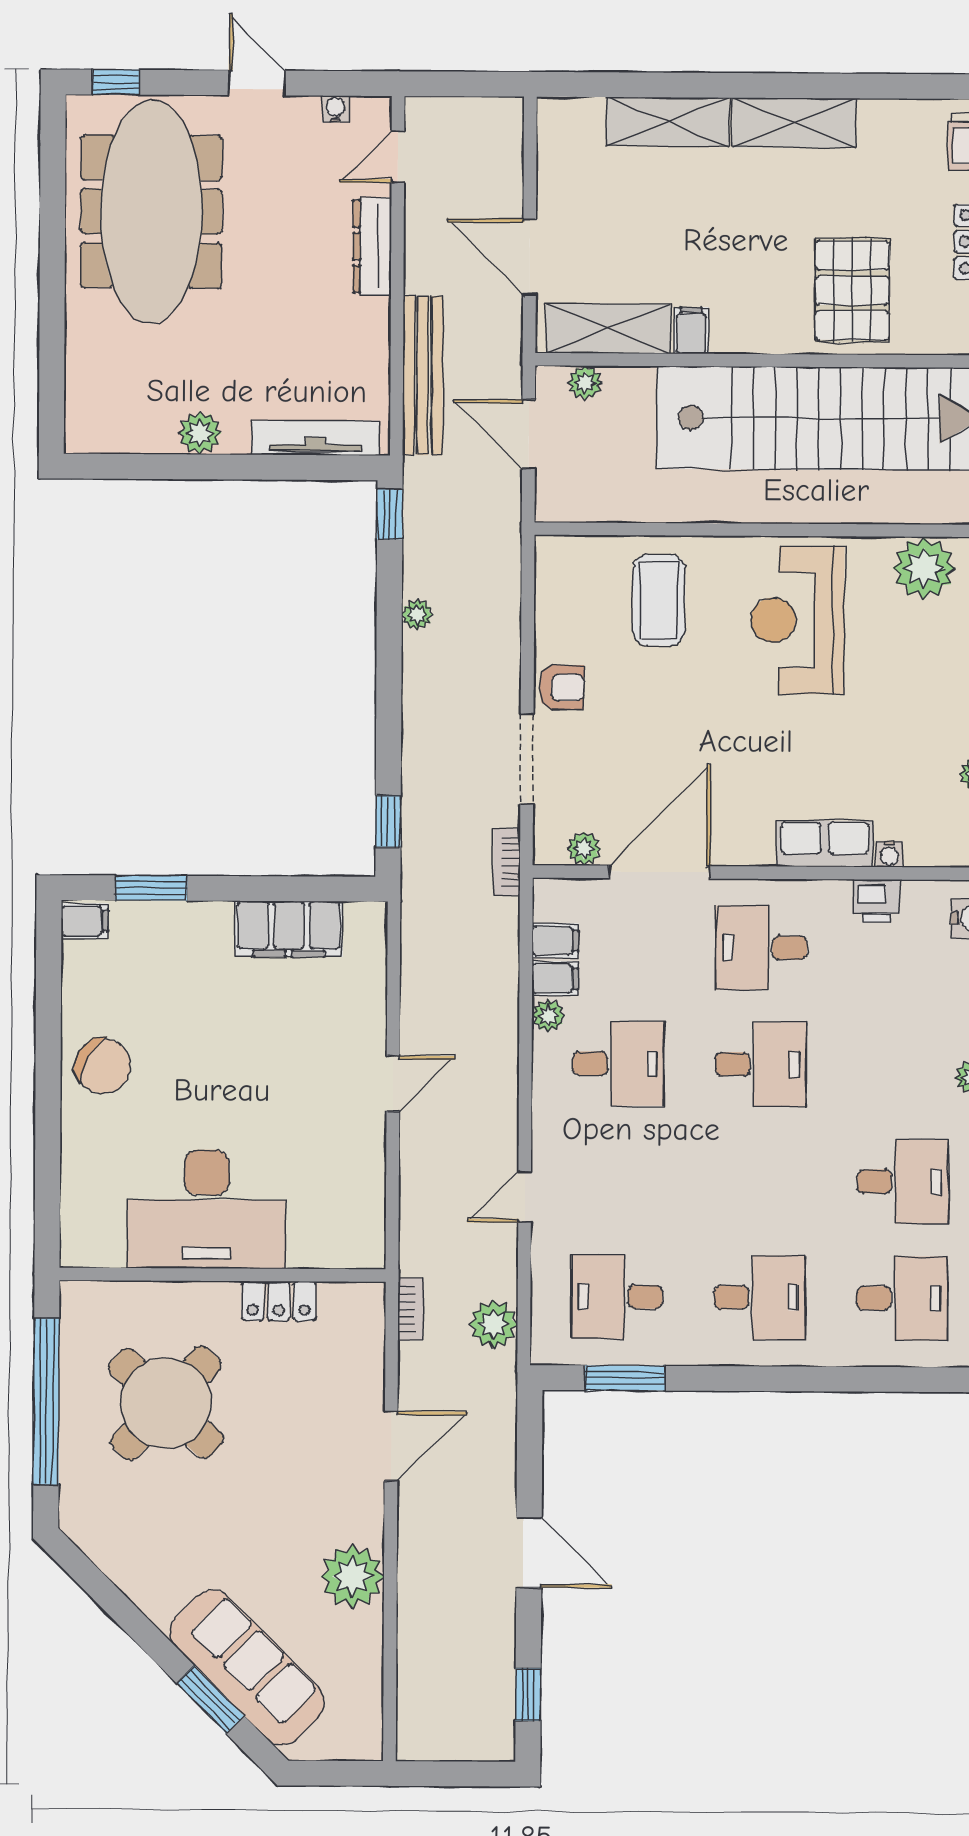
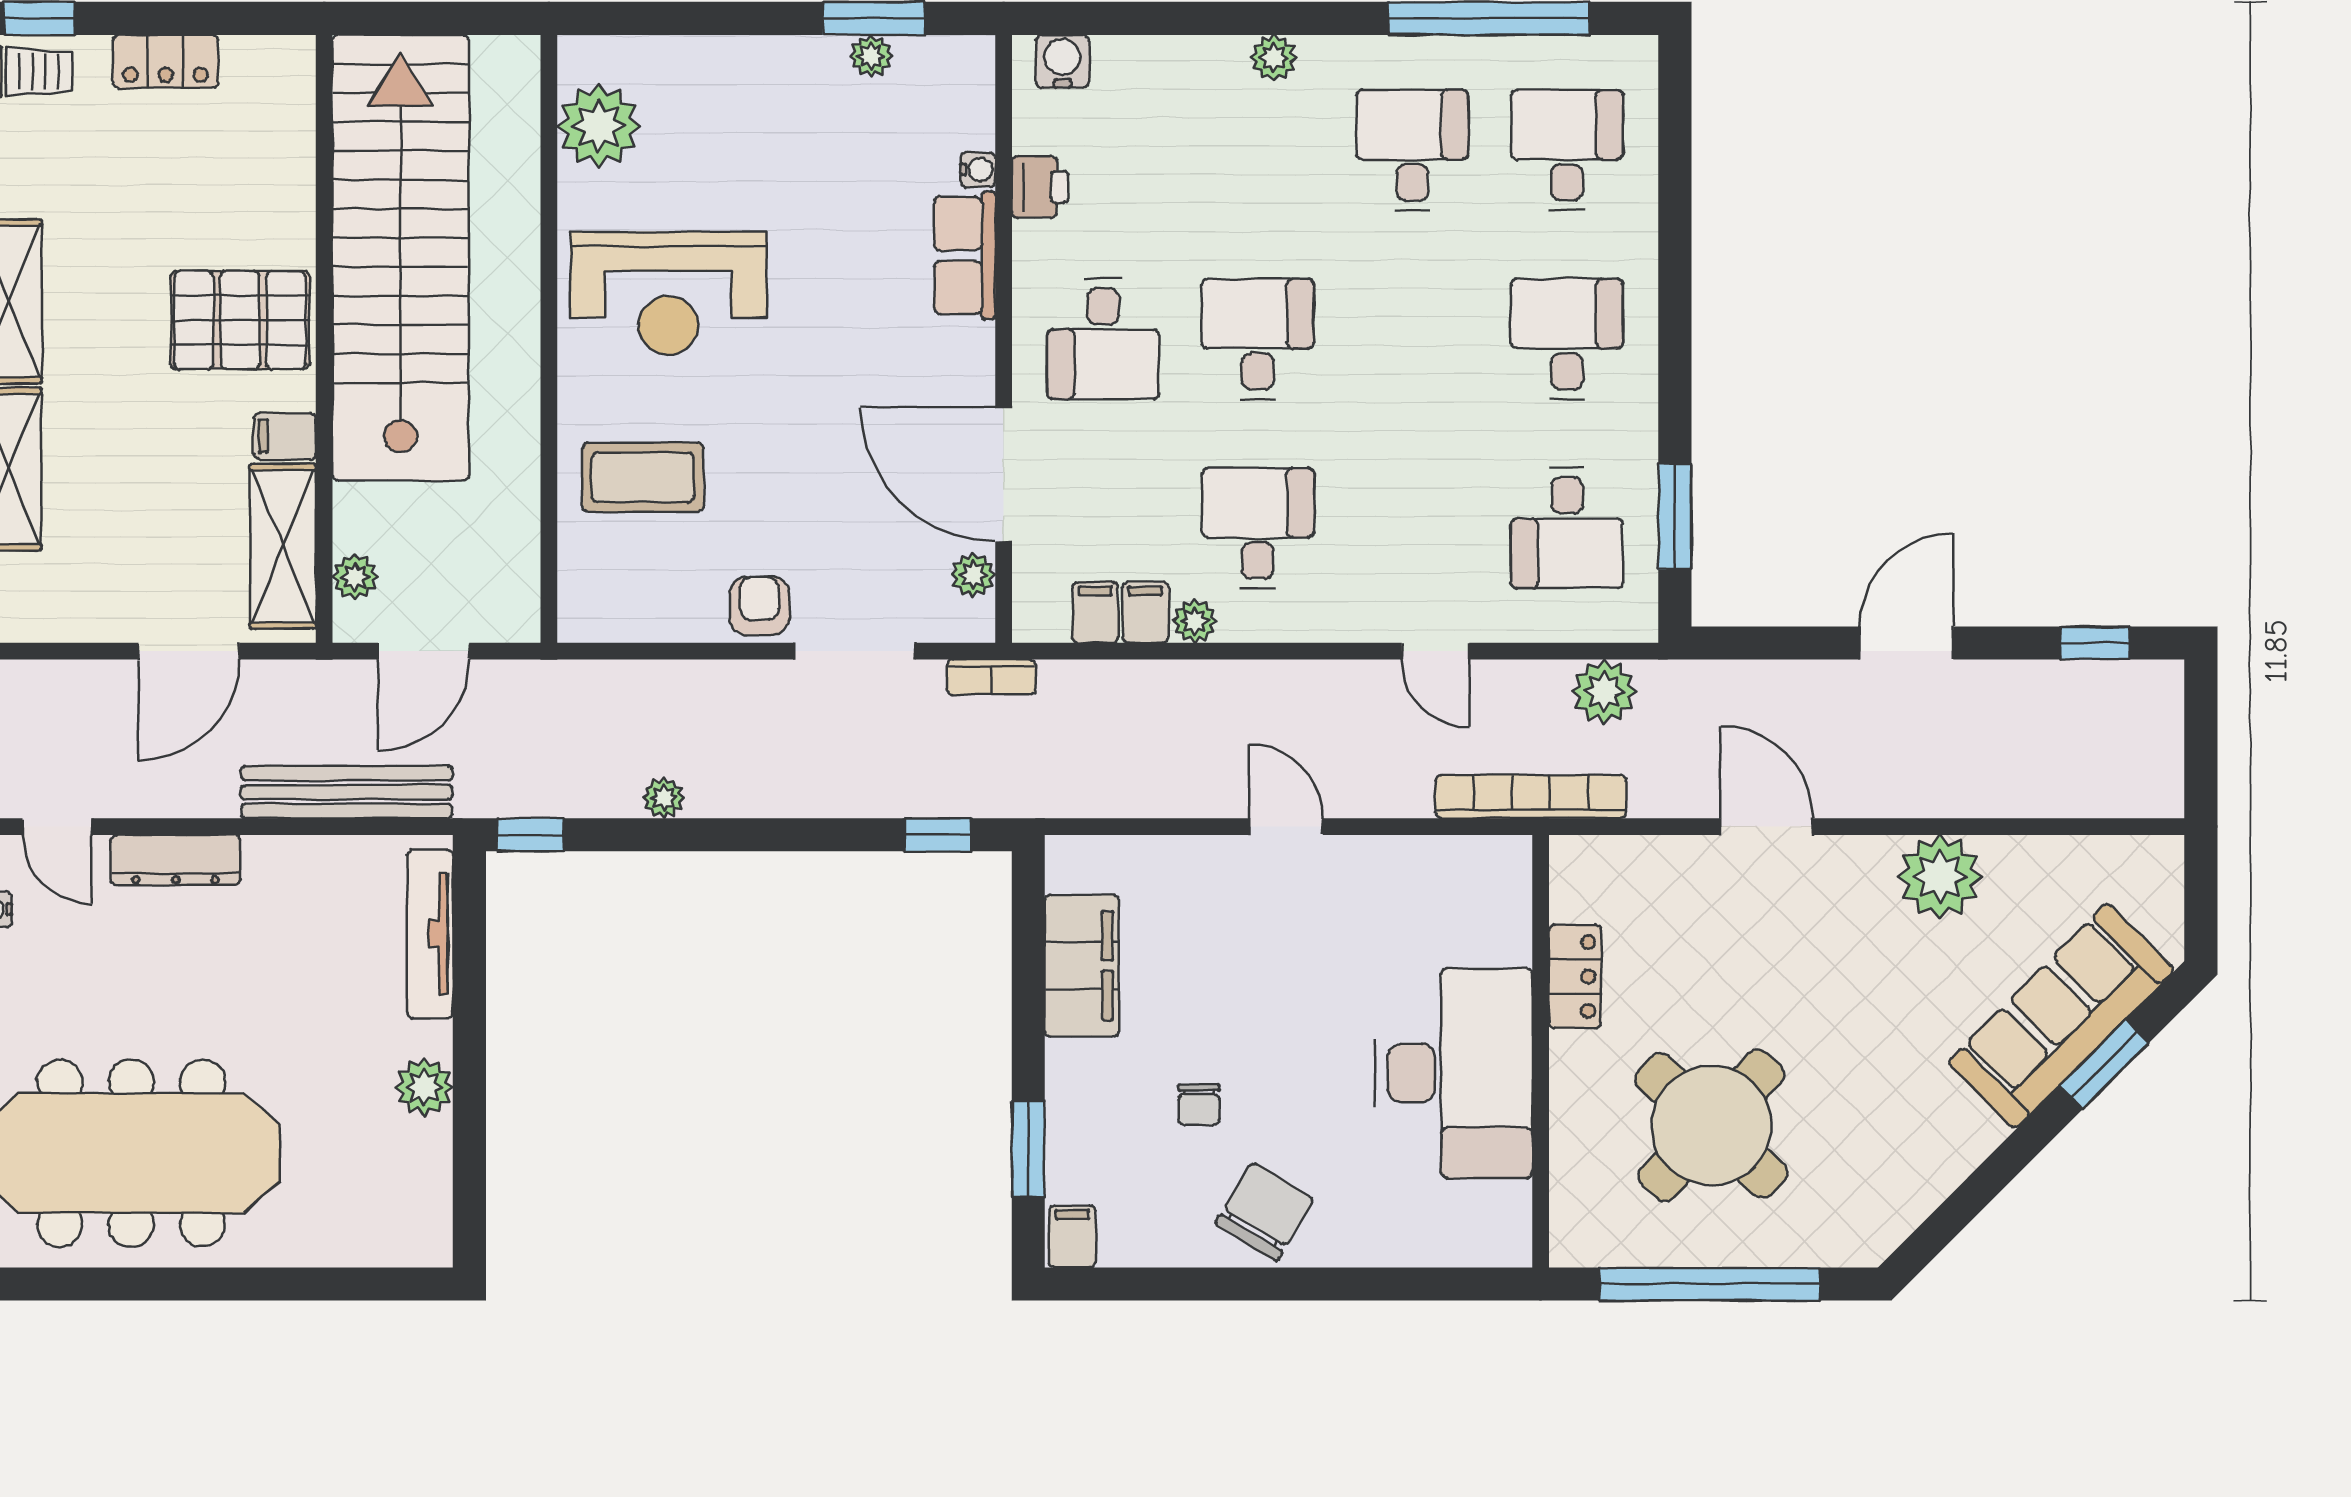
pallet: (852, 290) -> (240, 320), moved
chair: (184, 1017) -> (1199, 1105), added
bookcase: (410, 1309) -> (1531, 797), width x2.31, depth x1.31

